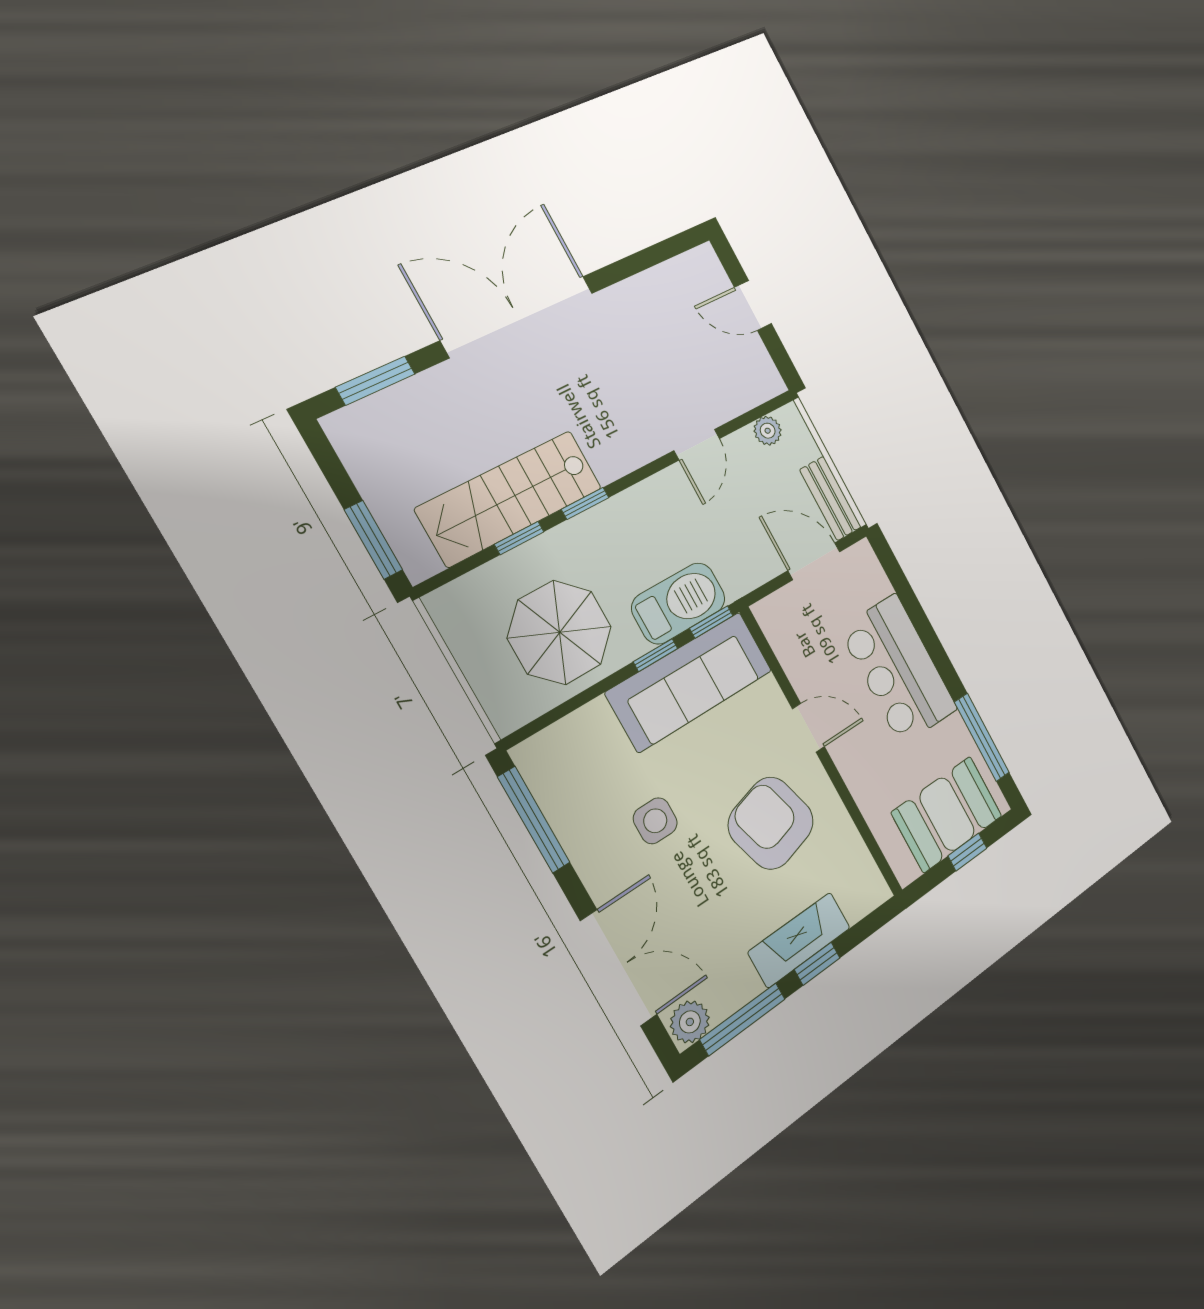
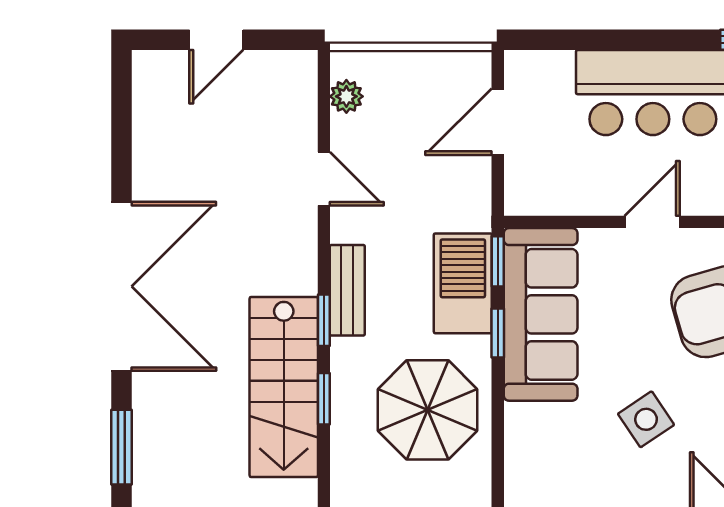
double door: (518, 316) -> (122, 286), swing flipped
bench: (830, 498) -> (347, 290), moved, turned 90
side table: (655, 821) -> (646, 419), turned -34

